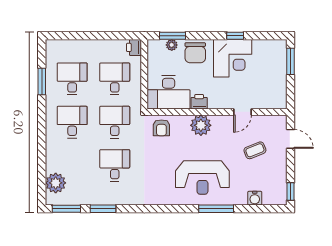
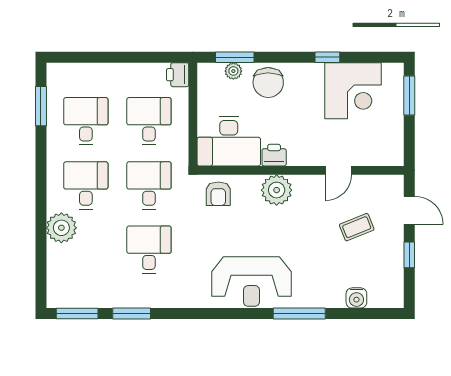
corner desk: (233, 58) -> (353, 91), moved
window: (42, 81) -> (41, 106), moved
reception desk: (202, 178) -> (251, 281), moved
plant: (56, 183) -> (61, 228), moved
window: (290, 192) -> (409, 255), moved

